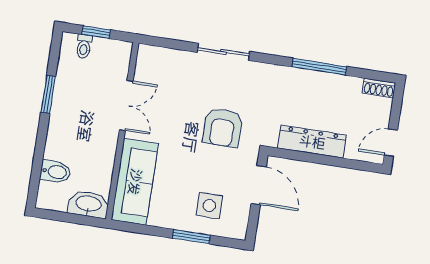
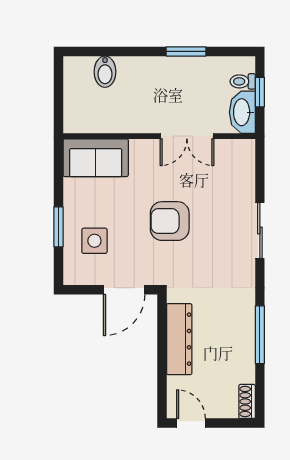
armchair: (222, 128) -> (170, 221), moved
sofa: (135, 182) -> (96, 158), width x0.73
washbasin: (88, 204) -> (242, 112), moved, turned 180

